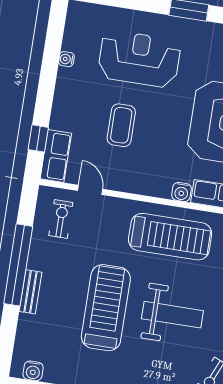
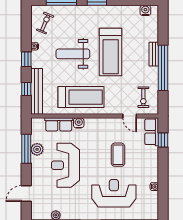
reception desk: (139, 59) -> (114, 193), turned 180
treadmill: (170, 237) -> (81, 97), turned 180

